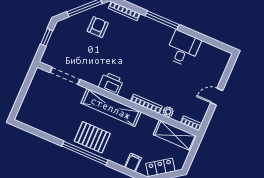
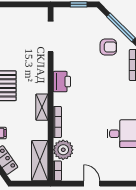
shelving: (111, 108) -> (42, 107), width x0.45, depth x0.75
plant: (168, 112) -> (63, 150), width x1.87, depth x1.87

